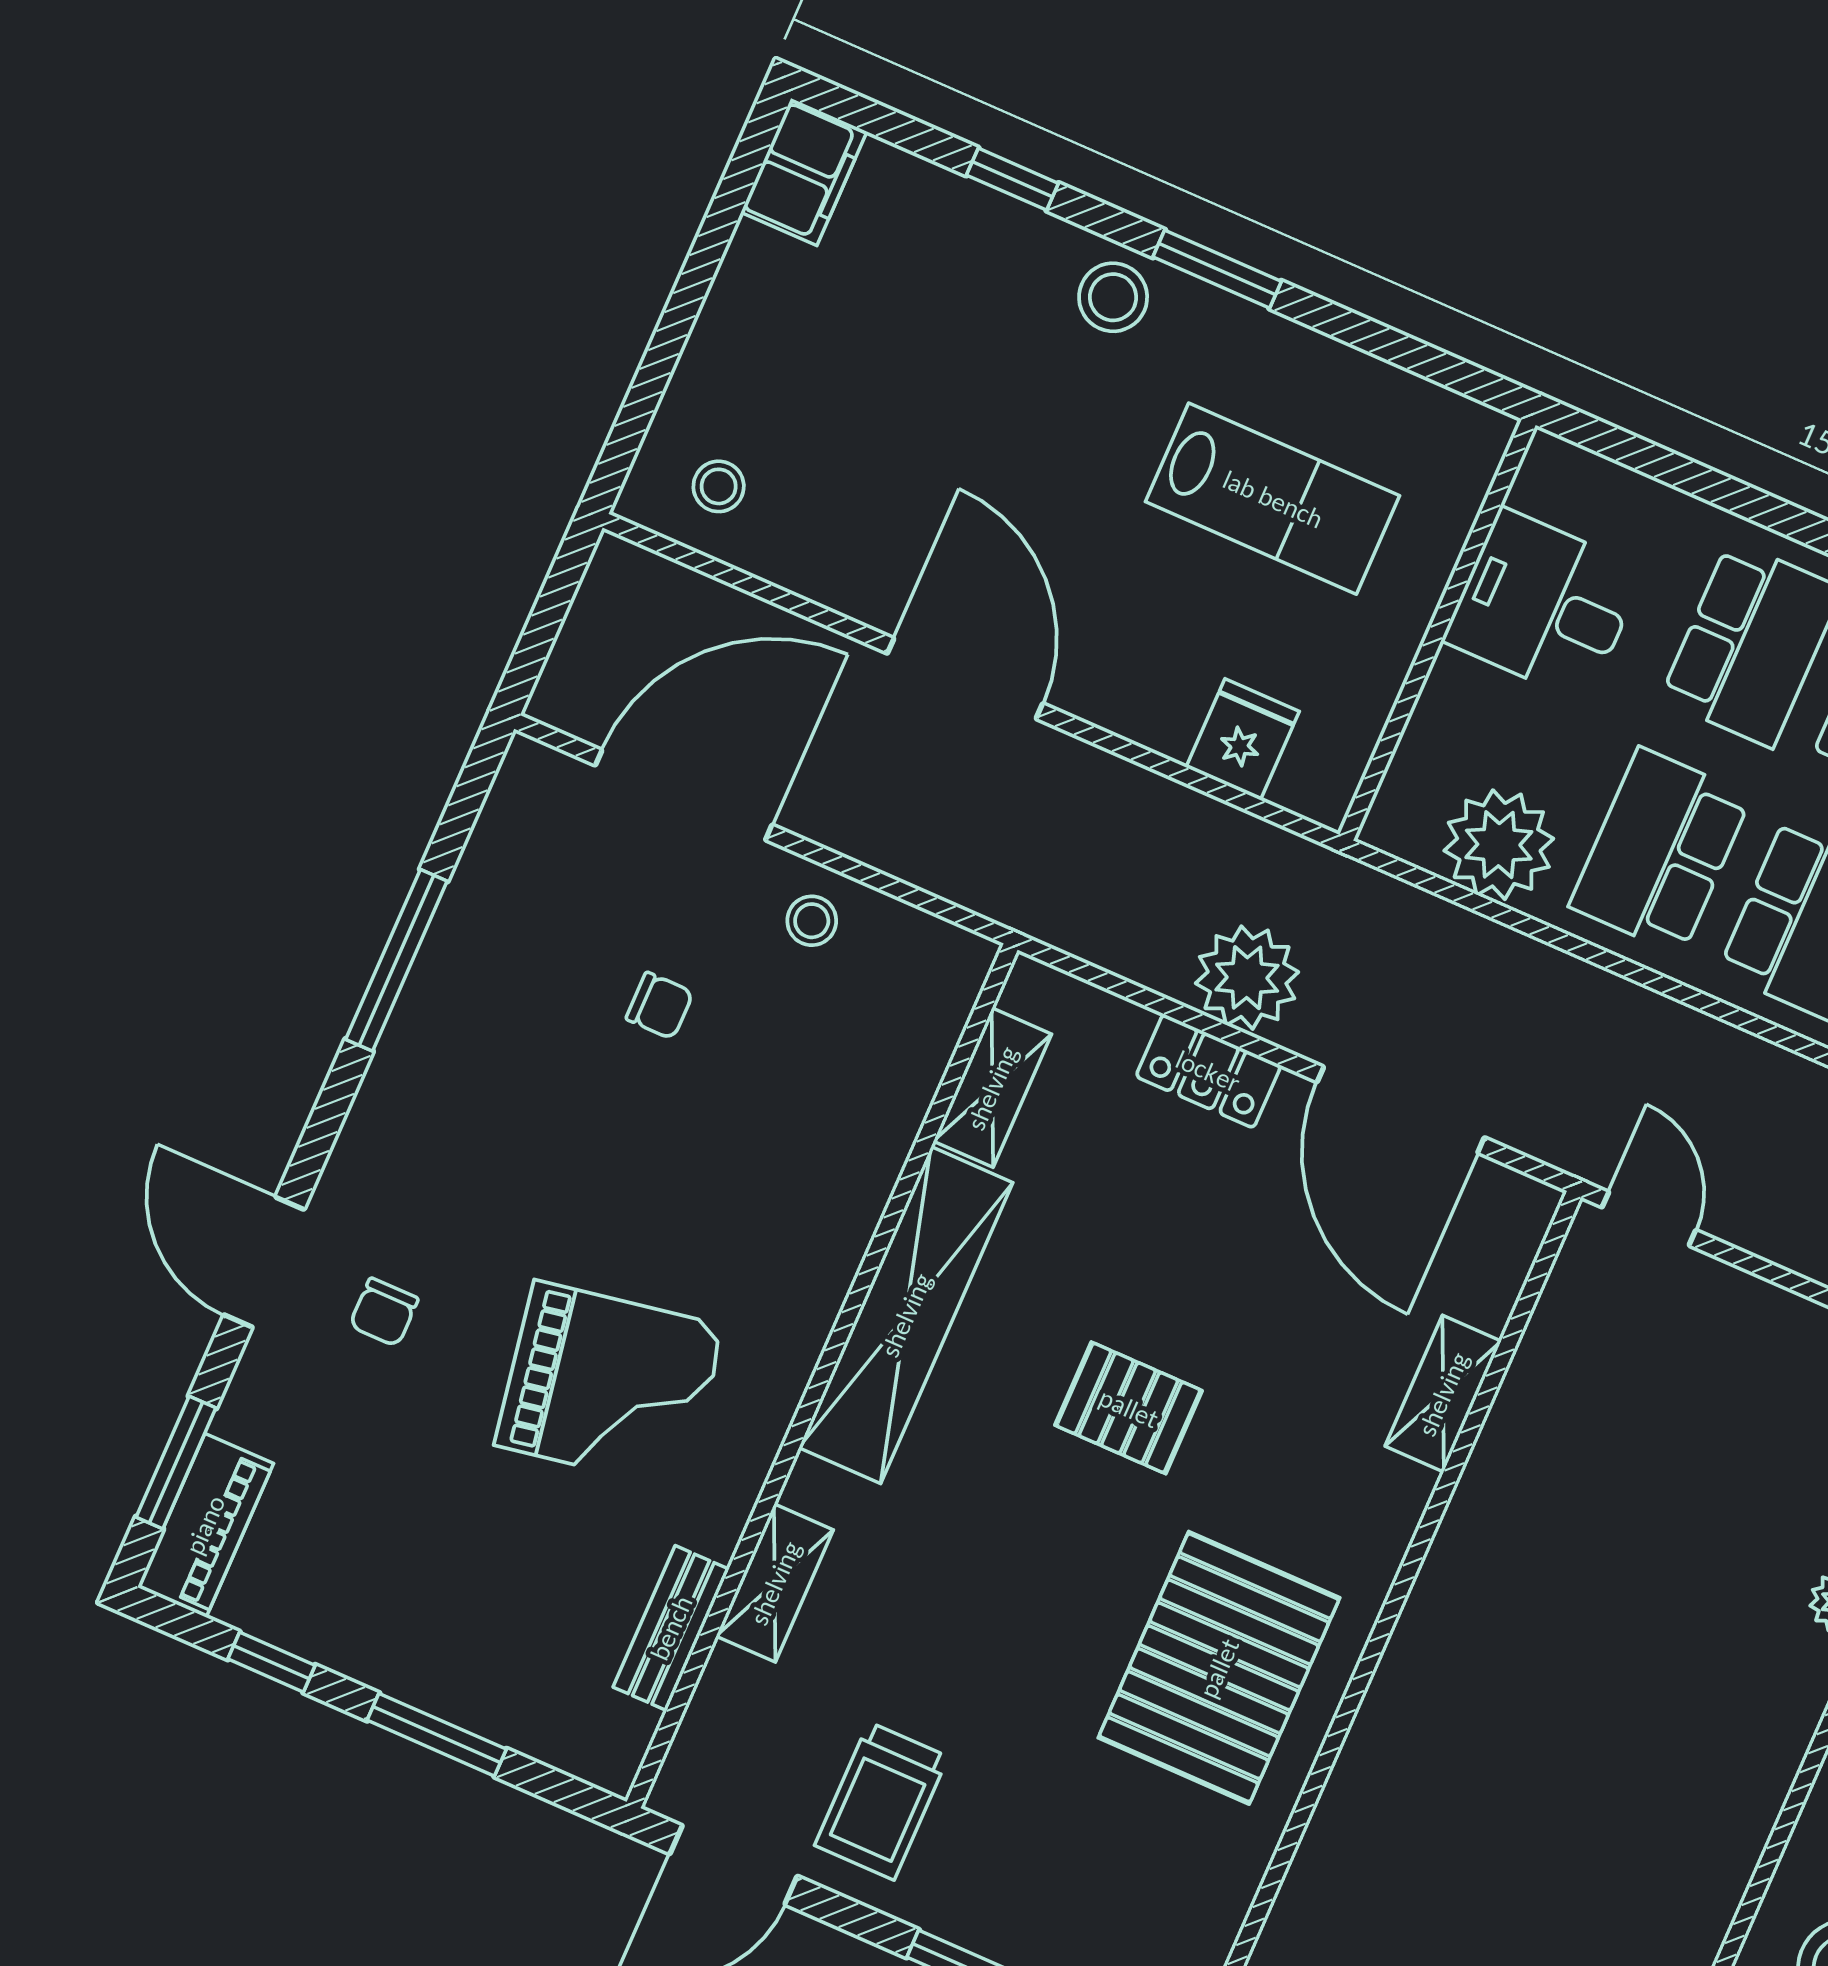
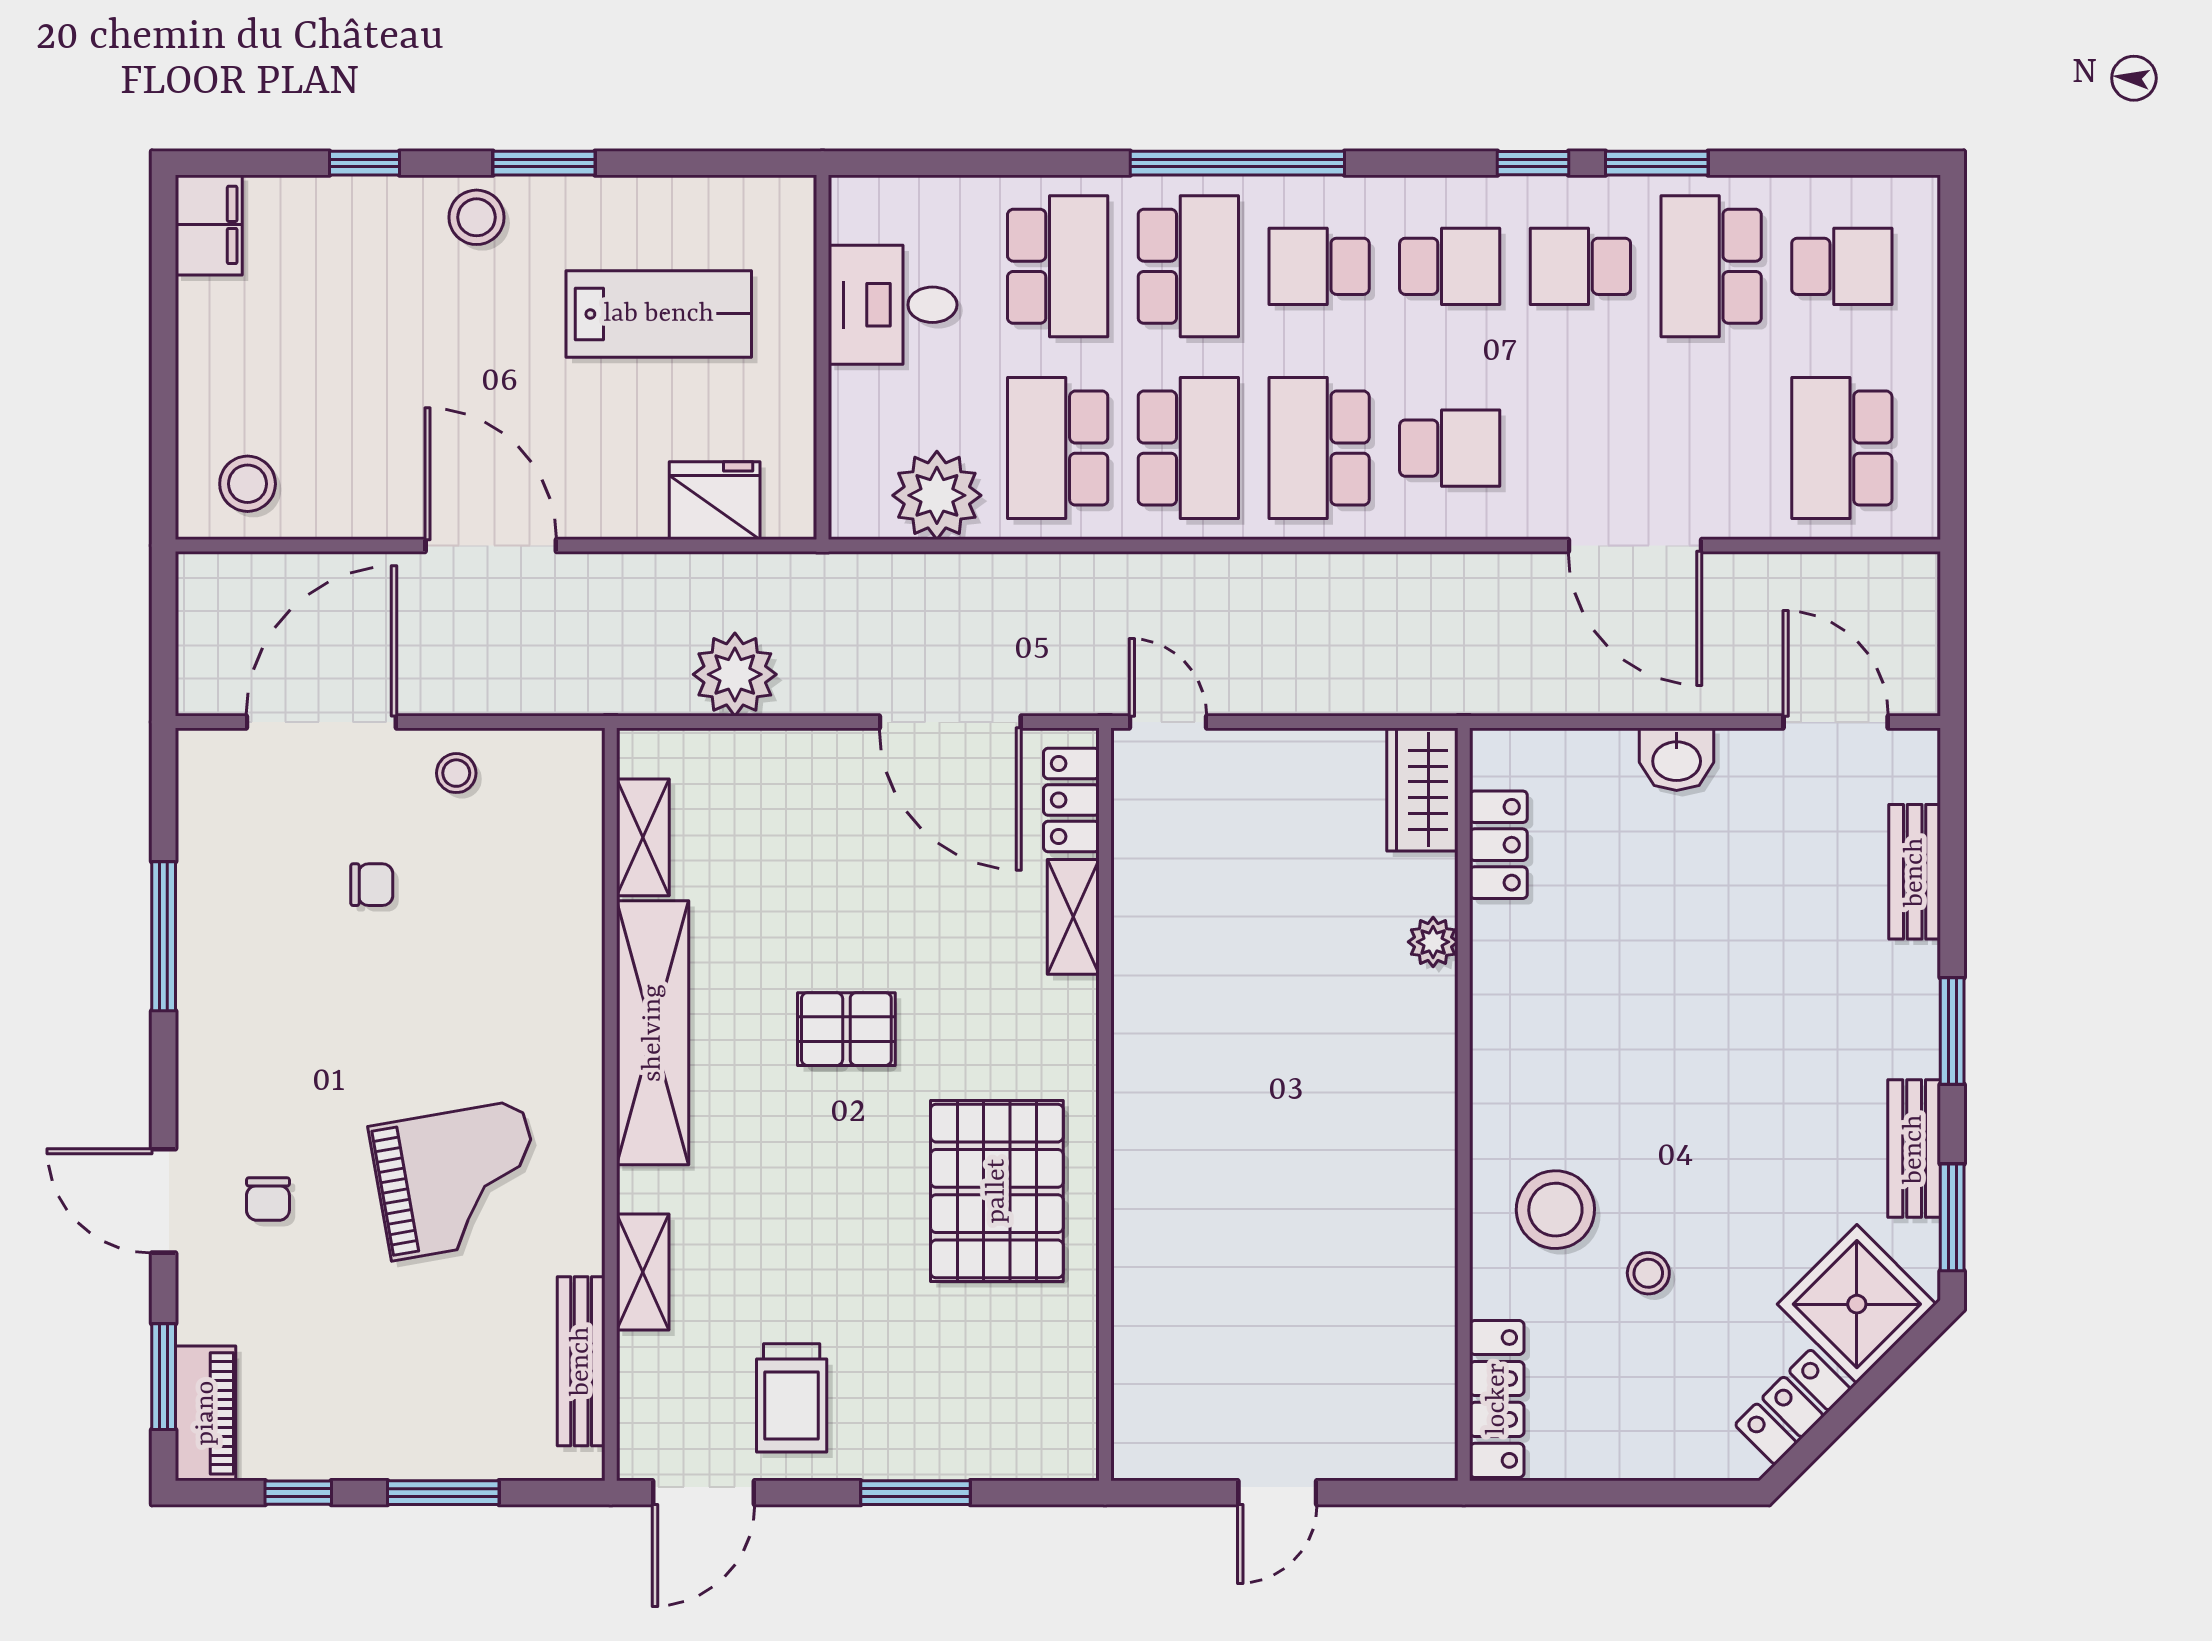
stool: (719, 486) -> (248, 484), width x1.37, depth x1.37
fridge: (1243, 739) -> (715, 501), width x1.38
plant: (1247, 978) -> (735, 674), moved
locker: (1208, 1071) -> (1071, 800), moved, turned 90
bench: (671, 1628) -> (581, 1361), width x1.36

